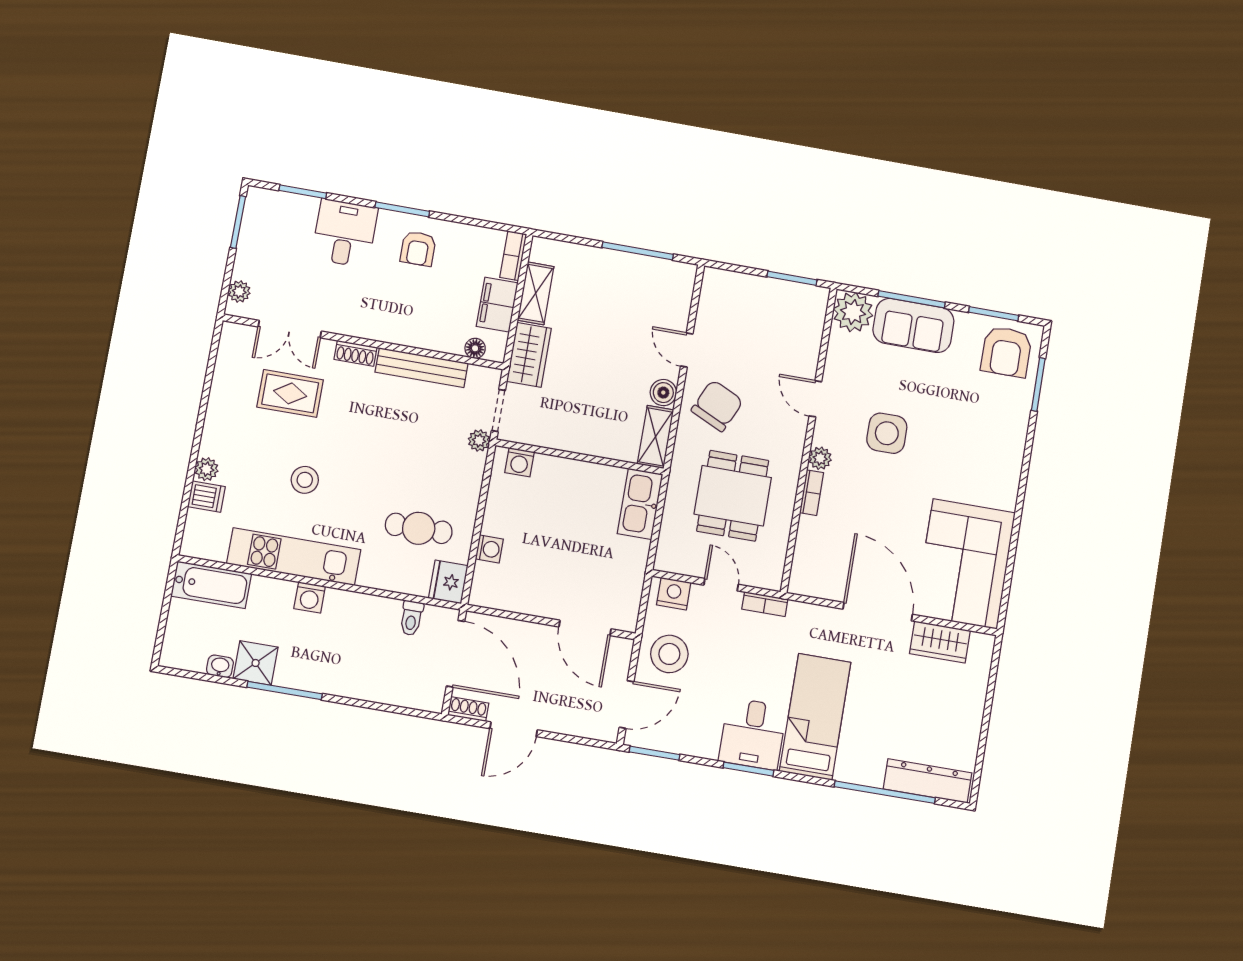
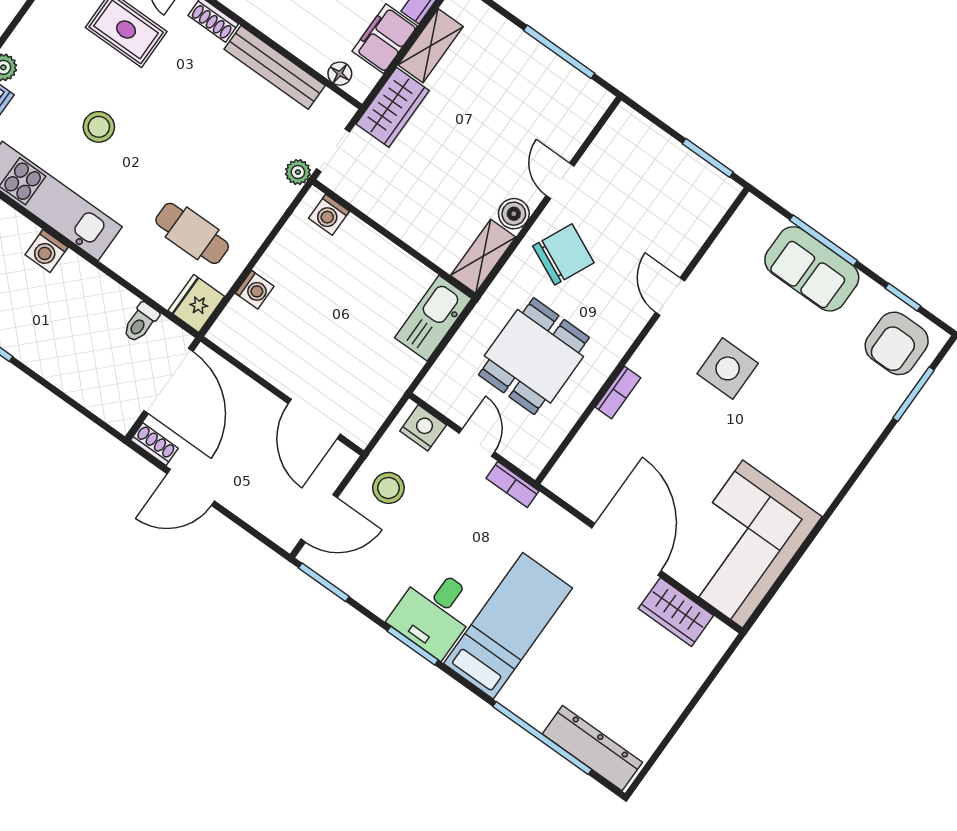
plant: (853, 312) -> (755, 224), removed
window: (994, 314) -> (903, 297), width x0.67
plant: (820, 458) -> (645, 361), removed
stool: (669, 654) -> (388, 488), width x0.73, depth x0.73

